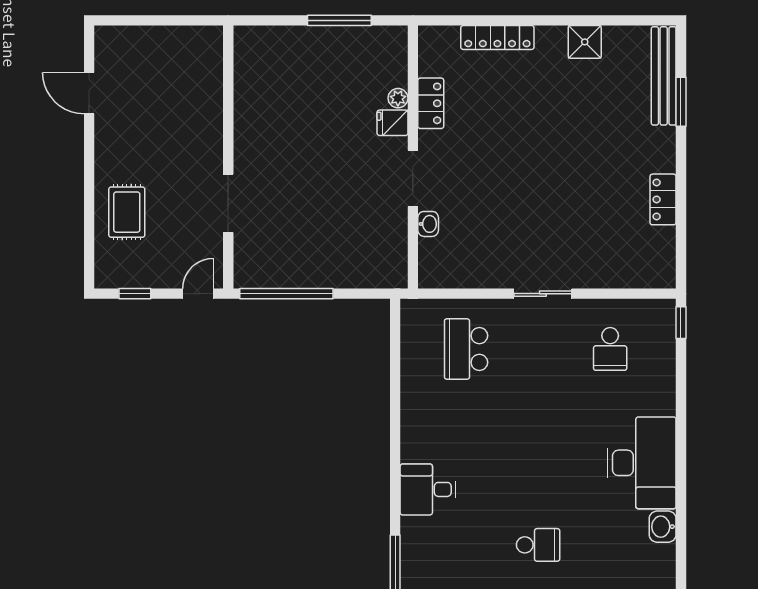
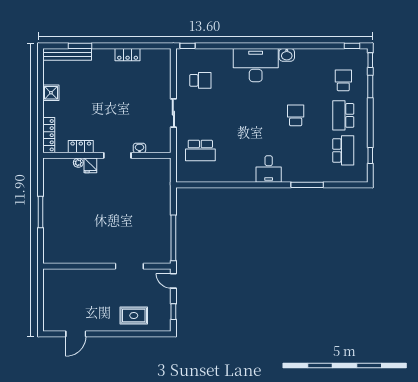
plant: (398, 98) -> (78, 163), moved
locker: (431, 103) -> (81, 147), moved
fridge: (392, 123) -> (90, 165), moved
wall: (413, 157) -> (107, 155), moved
doorway: (413, 179) -> (117, 155), moved
washbasin: (428, 224) -> (139, 148), moved

